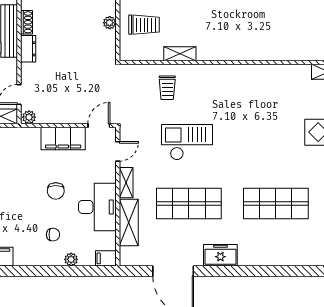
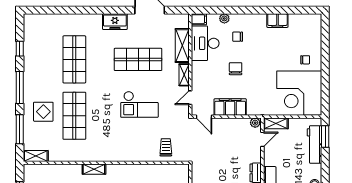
shelving: (180, 54) -> (94, 169), moved
trolley: (167, 88) -> (166, 147), moved
door: (99, 126) -> (204, 117), hinge flipped
shop shelf: (276, 127) -> (74, 116), added
shop shelf: (276, 204) -> (74, 59), turned 90
desk: (97, 207) -> (205, 43), moved

